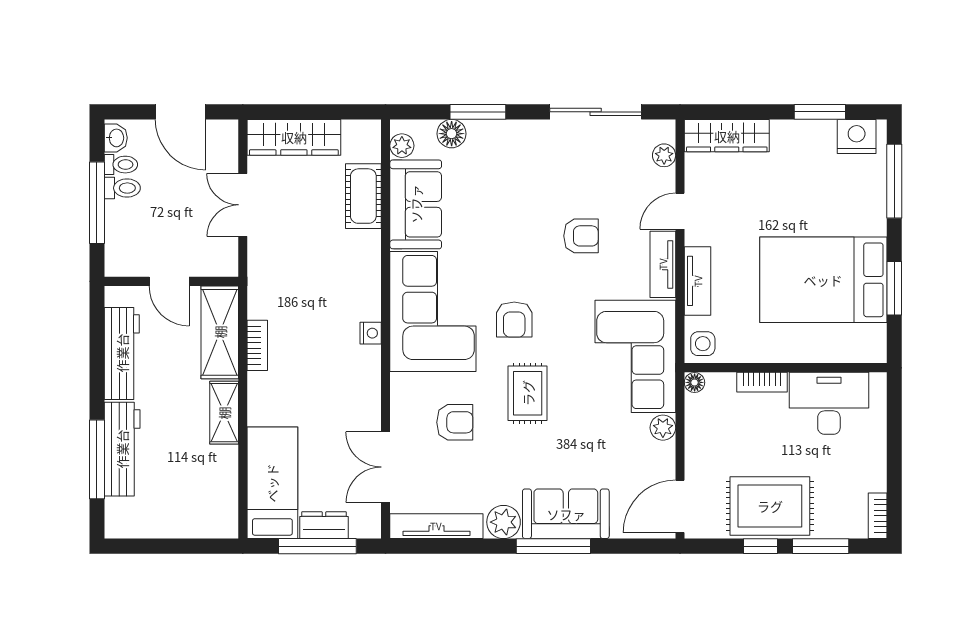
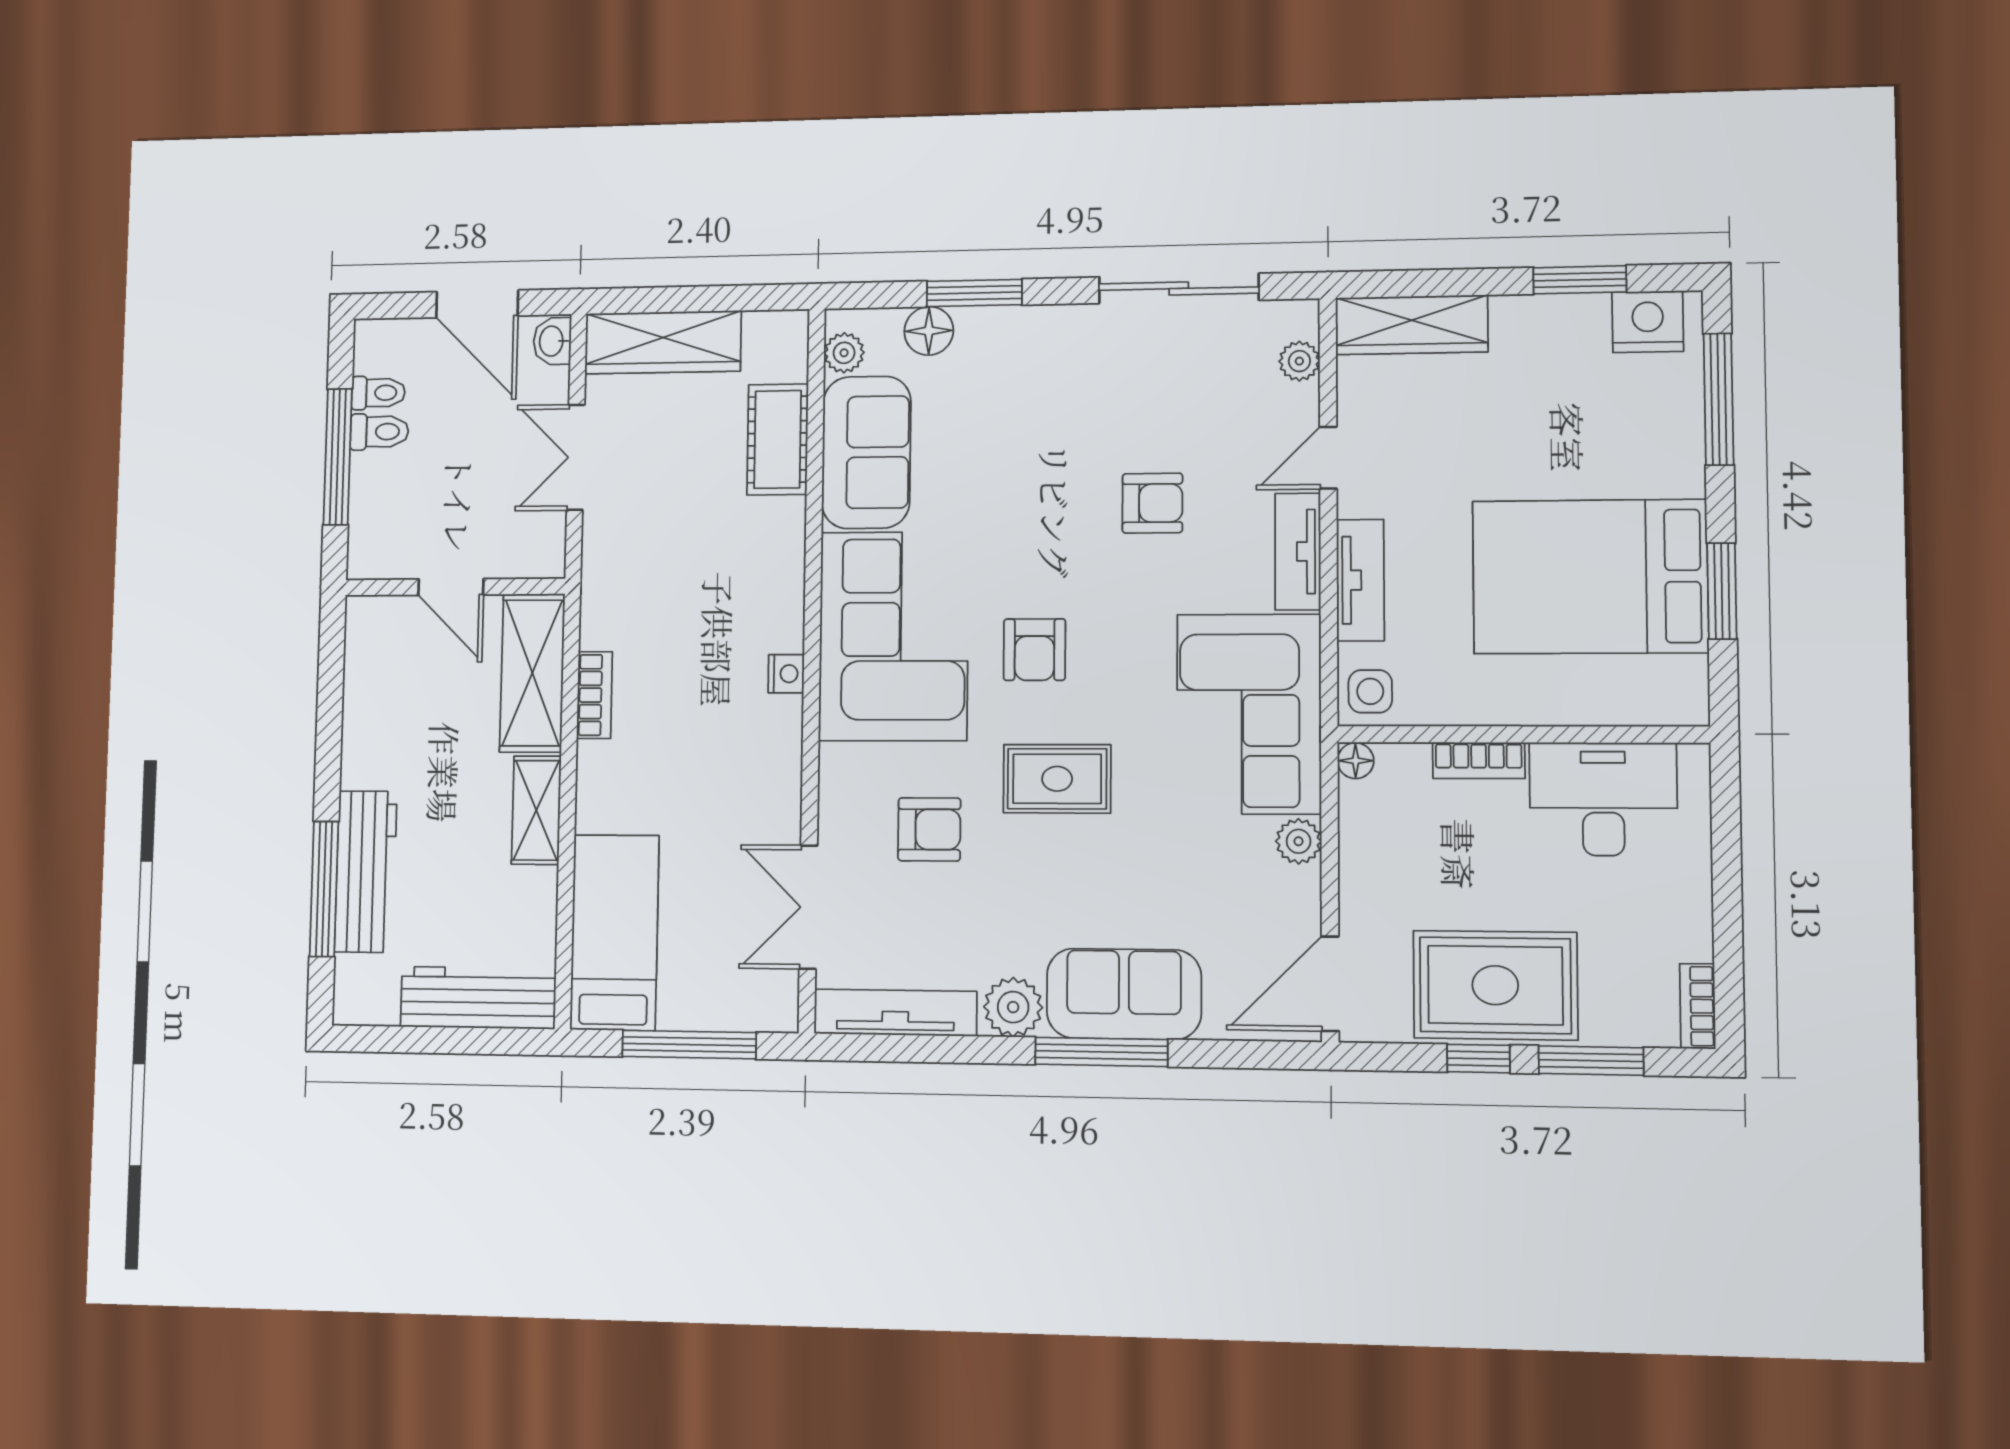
washbasin: (116, 138) -> (552, 341), moved, turned 180
workbench: (122, 353) -> (478, 998), moved, turned -90
rug: (528, 393) -> (1057, 779), turned 90
dresser: (324, 525) -> (701, 1008), removed

